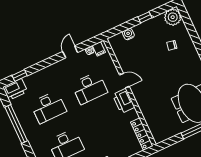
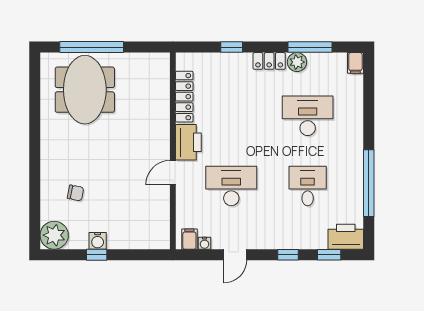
water cooler: (128, 34) -> (98, 241), moved
window: (42, 65) -> (288, 255), added
door: (124, 81) -> (173, 173), hinge flipped
desk: (48, 107) -> (308, 186), width x0.73
locker: (142, 134) -> (184, 97), moved

